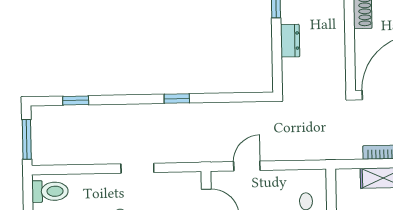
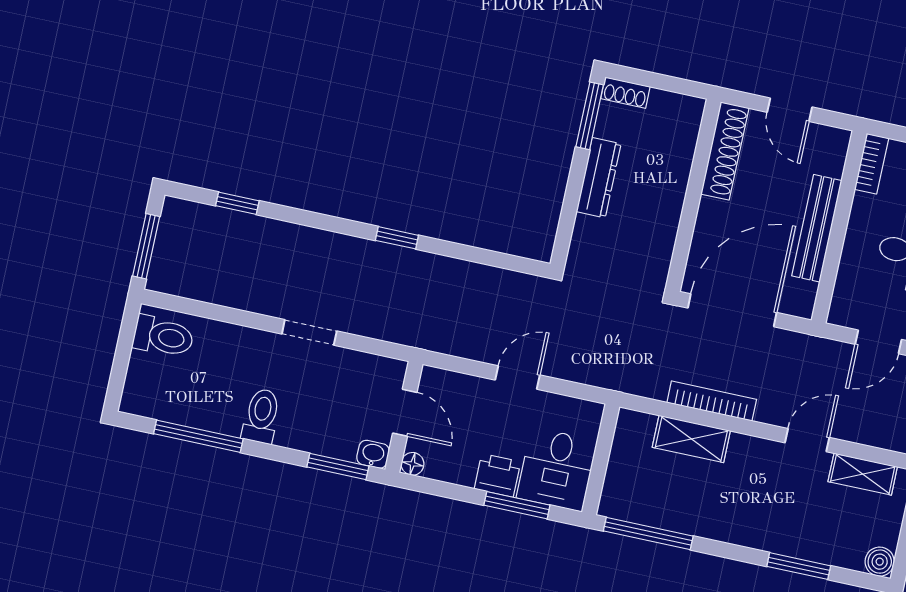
dresser: (290, 41) -> (599, 178), width x1.44
door: (247, 166) -> (518, 377), moved

